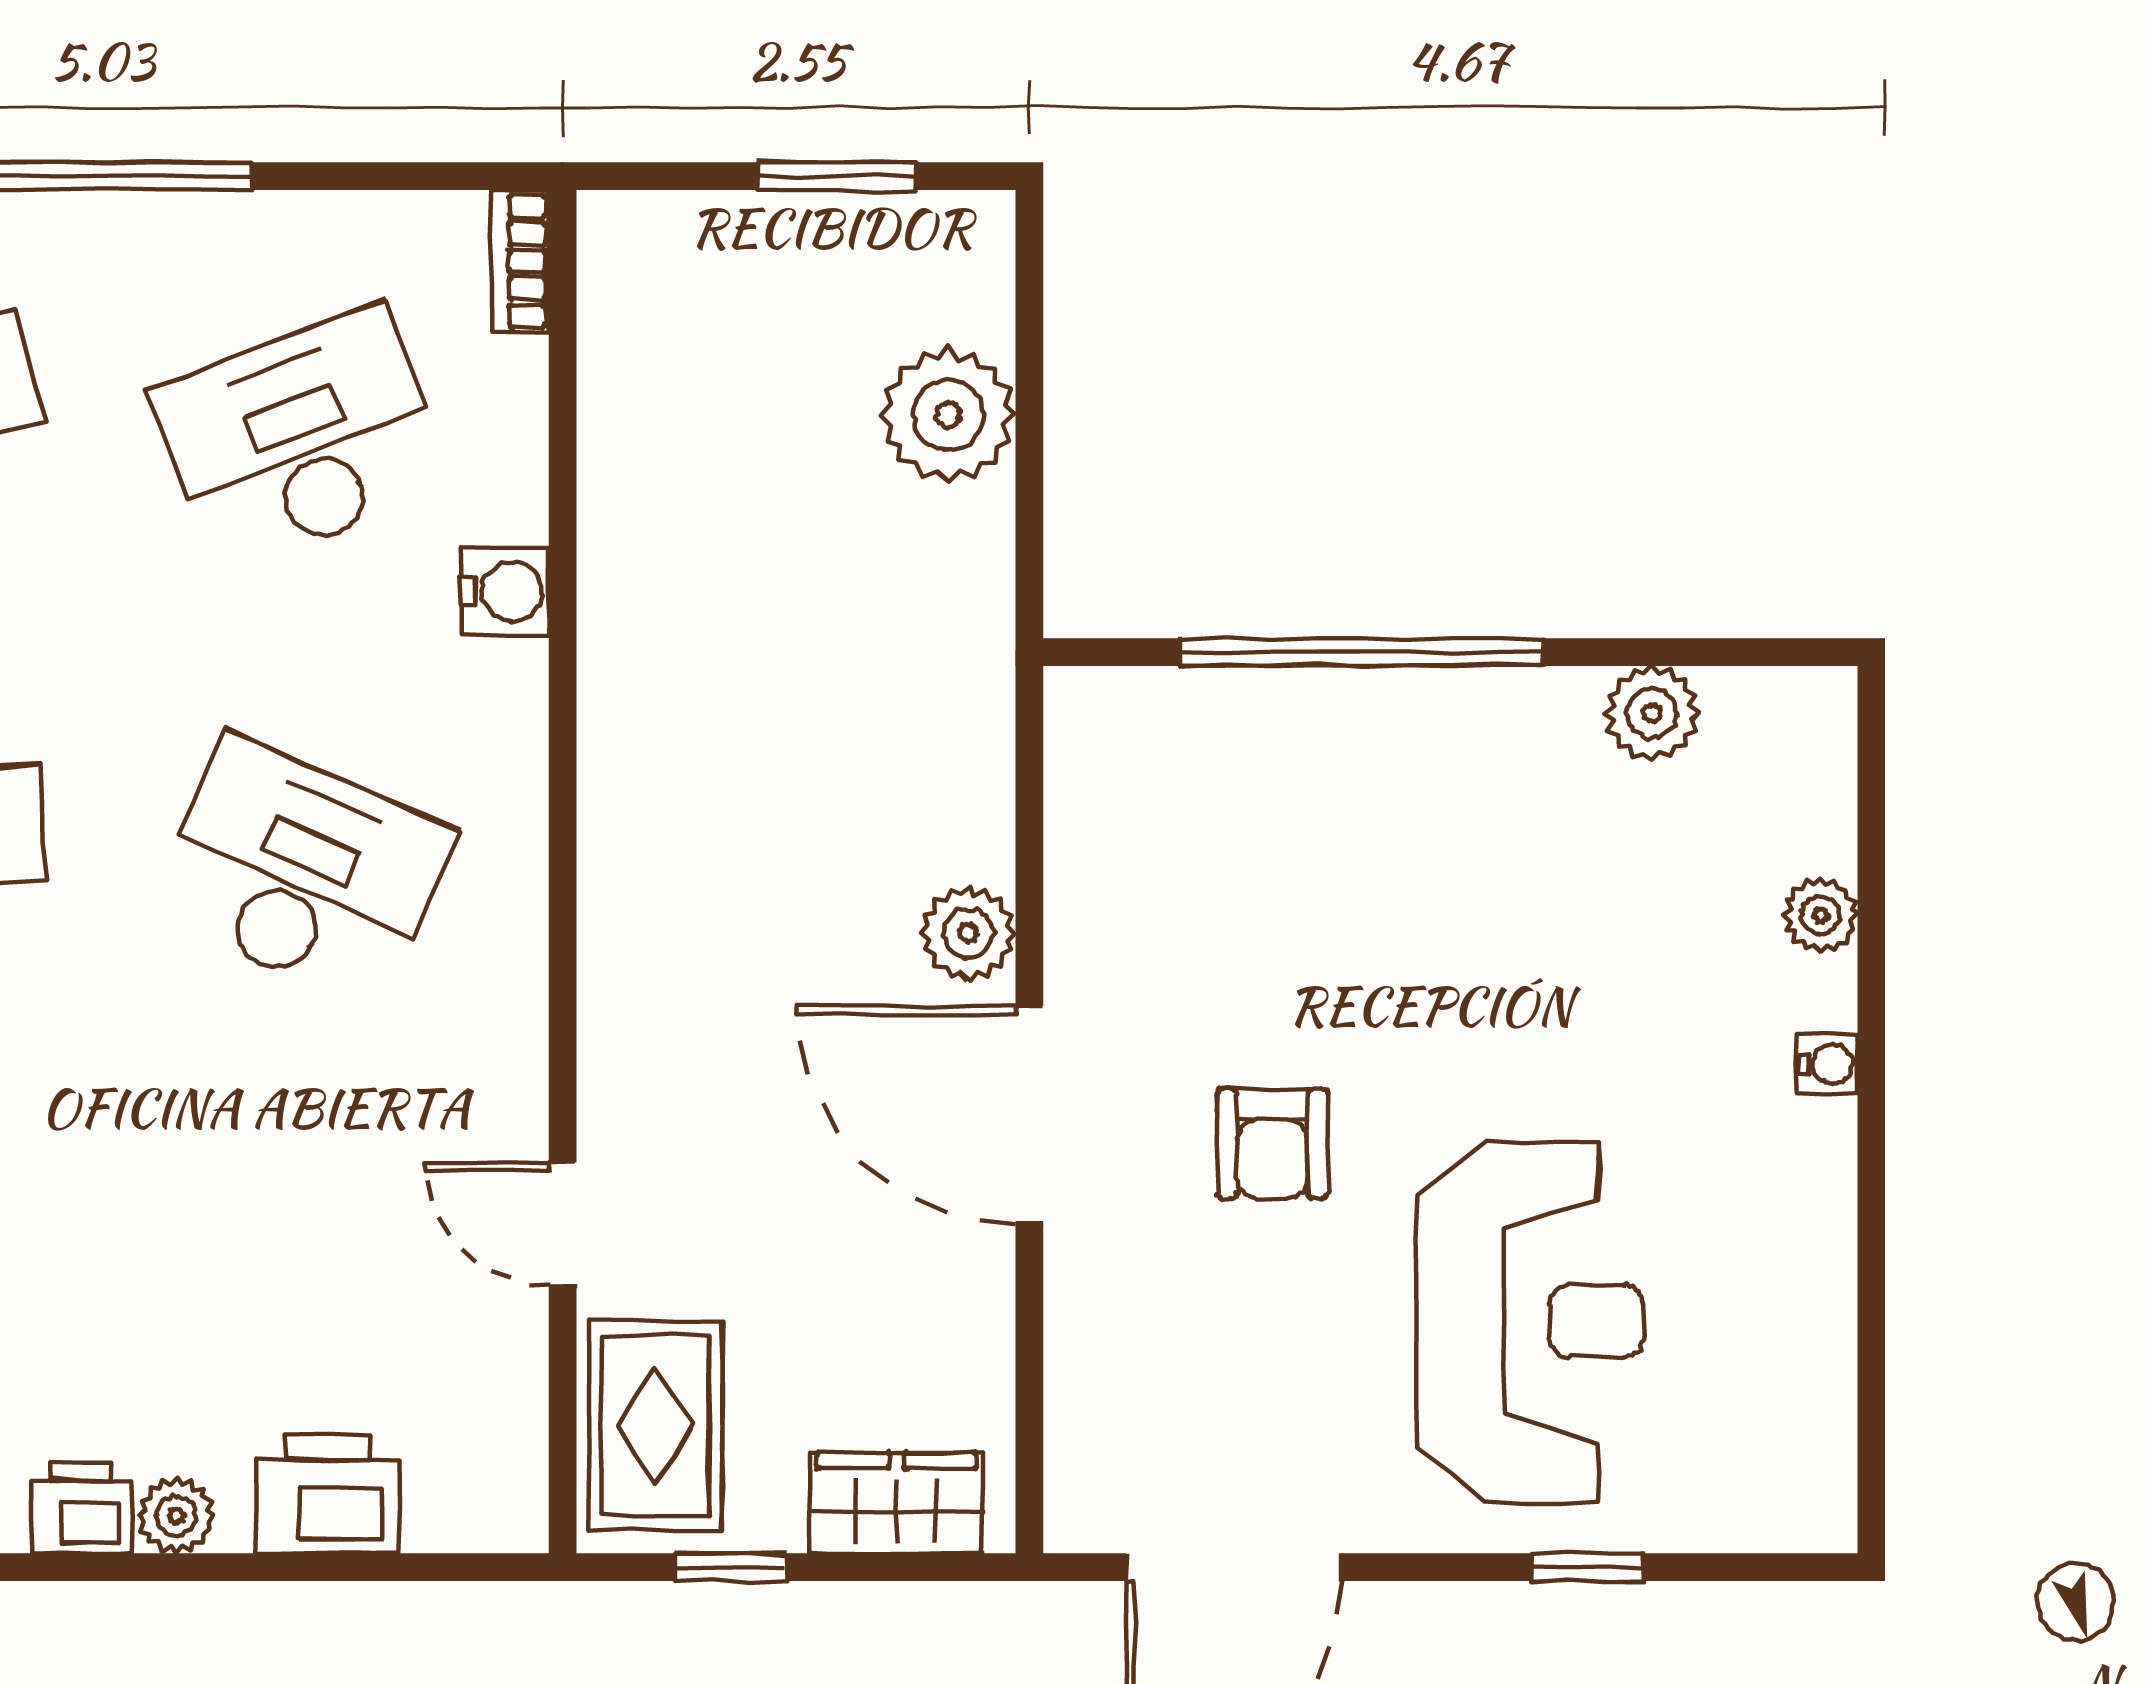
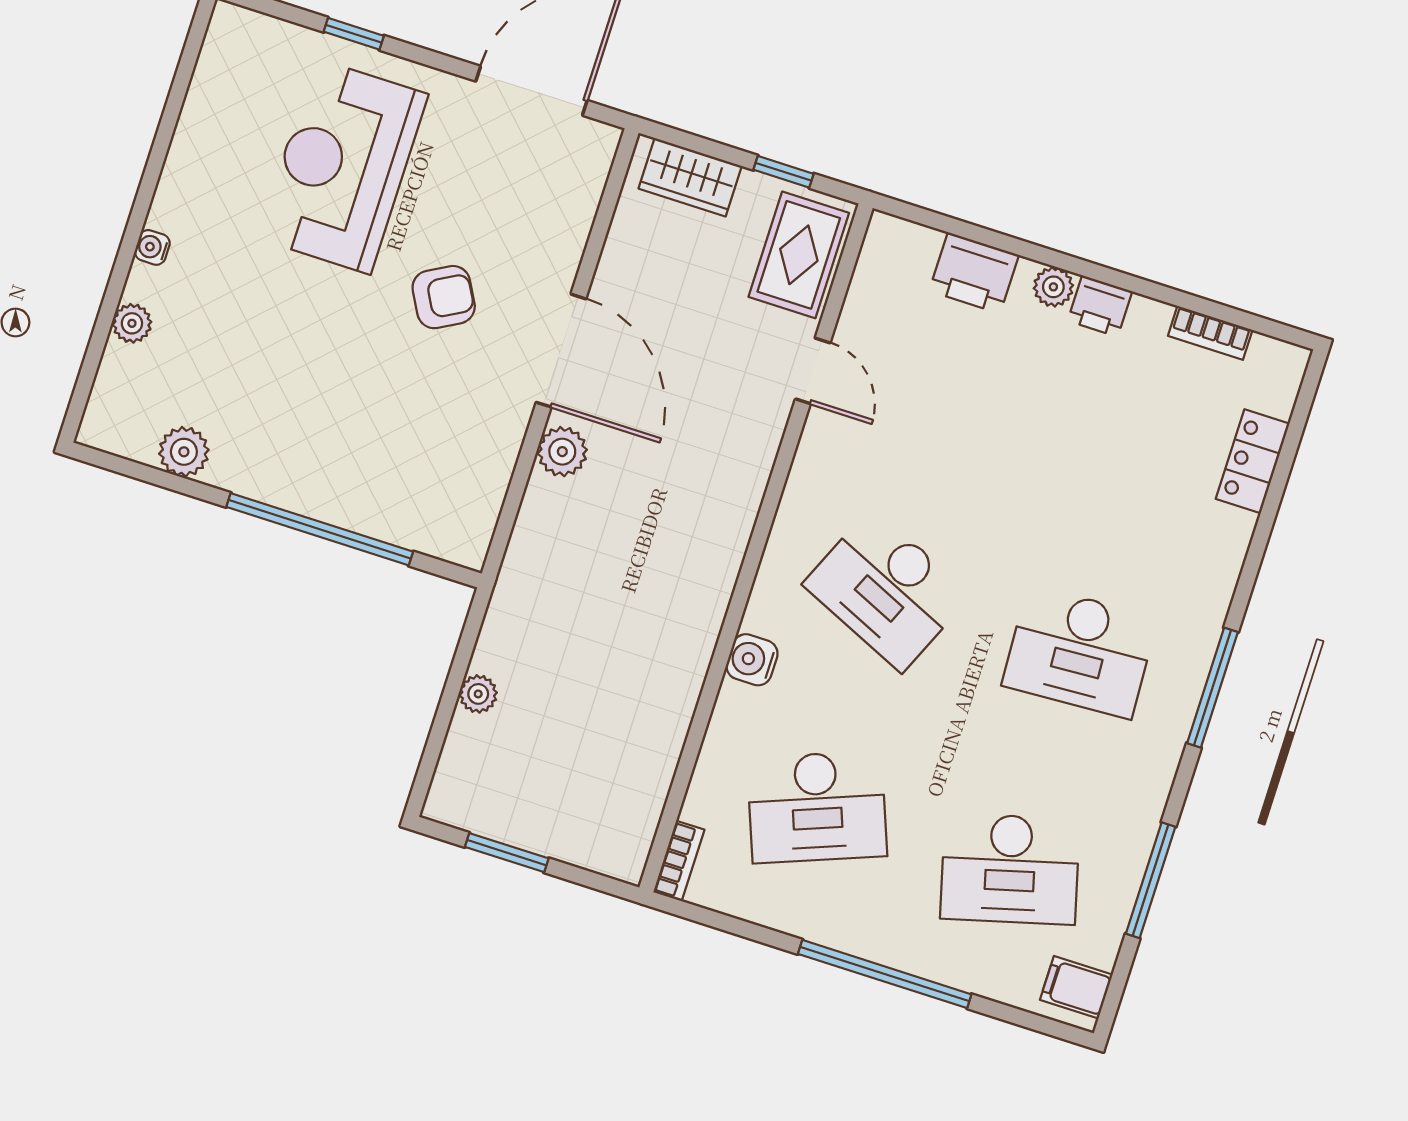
plant: (948, 415) -> (478, 694), width x0.53, depth x0.53
water cooler: (505, 591) -> (752, 660), moved
armchair: (1272, 1143) -> (444, 297), turned 61

